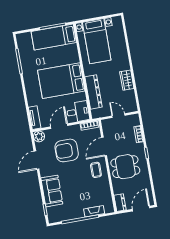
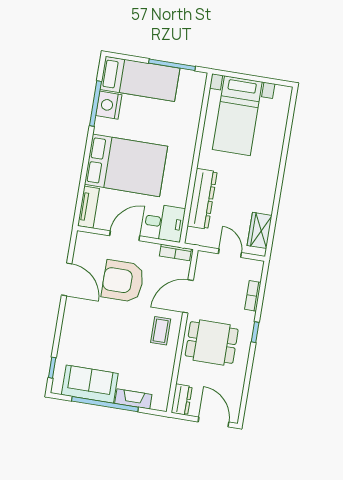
bed: (54, 37) -> (140, 79), moved, turned 180
nightstand: (26, 60) -> (109, 105), added
wardrobe: (127, 80) -> (260, 230), moved
bed: (61, 81) -> (126, 165), moved, turned 180
plant: (39, 136) -> (85, 241), removed
door: (36, 160) -> (67, 279), swing flipped
sofa: (52, 191) -> (90, 384), moved, turned -90
door: (141, 209) -> (214, 422), hinge flipped

